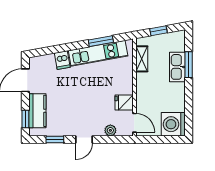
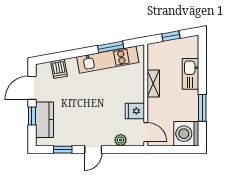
shelving: (142, 59) -> (153, 83), moved
dishwasher: (62, 60) -> (59, 69), moved
window: (189, 65) -> (202, 108), moved
window: (25, 119) -> (32, 116), moved

